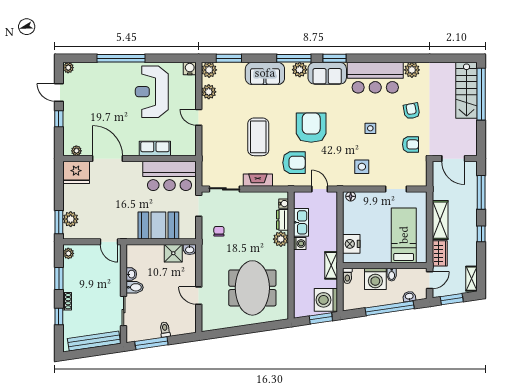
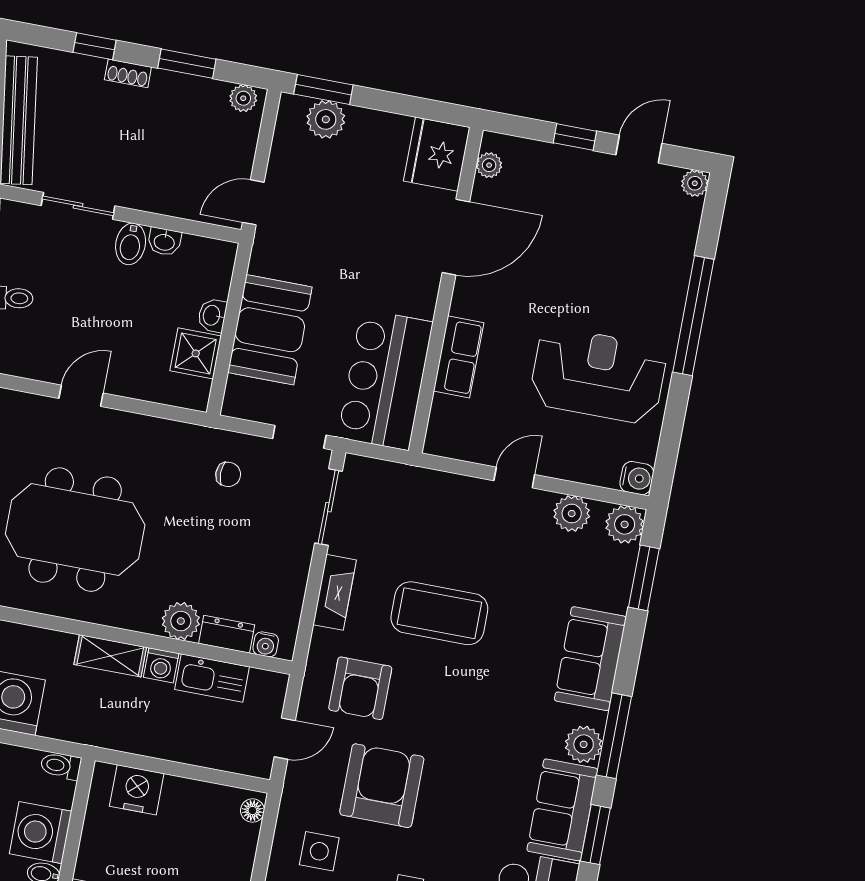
armchair: (311, 128) -> (382, 786), moved, turned -90
washbasin: (190, 249) -> (212, 315), moved
shelving: (331, 265) -> (110, 656), moved

